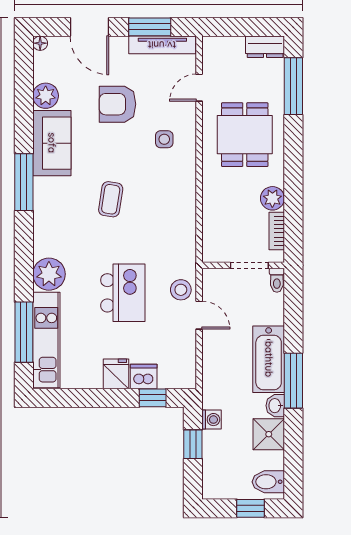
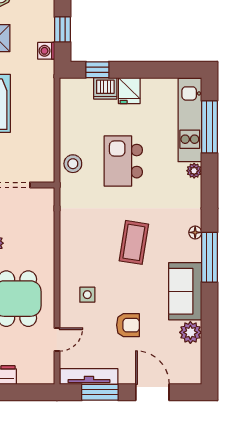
floor lamp: (40, 43) -> (195, 232), moved
armchair: (117, 104) -> (128, 325), width x0.72, depth x0.72
coffee table: (111, 199) -> (134, 242), width x1.36, depth x1.30
plant: (49, 274) -> (194, 171), width x0.53, depth x0.53
door: (199, 315) -> (57, 142), removed

